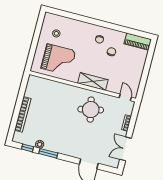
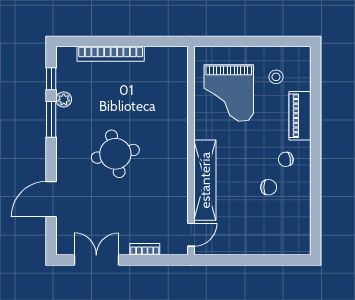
piano: (138, 42) -> (300, 116), moved
shelving: (93, 82) -> (205, 180), width x1.47
round table: (91, 110) -> (115, 154), moved

